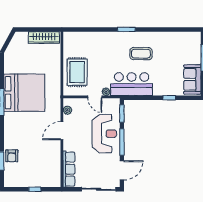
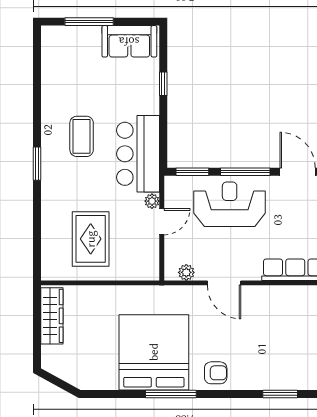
rug: (77, 72) -> (91, 239), moved, turned 90
armchair: (12, 156) -> (216, 373), moved

